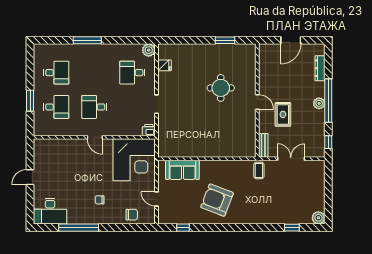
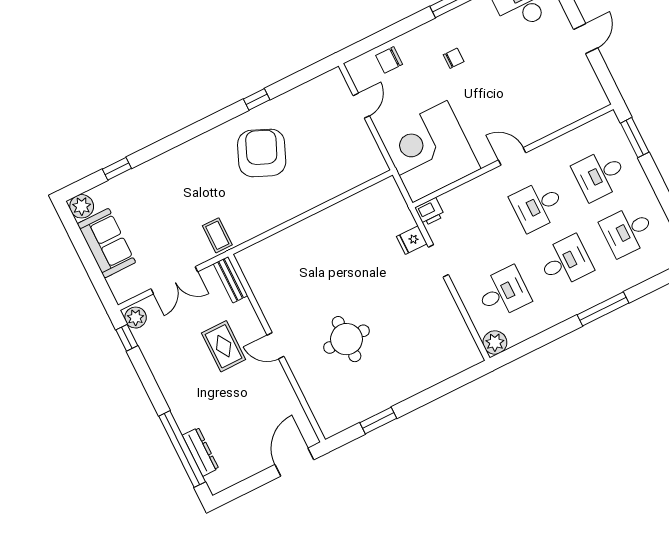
door: (291, 40) -> (294, 462), moved
fridge: (165, 65) -> (412, 240), moved
desk: (94, 73) -> (565, 262), added
window: (30, 101) -> (635, 138), moved
window: (328, 101) -> (182, 449), moved
plant: (319, 103) -> (136, 318), moved
desk: (94, 107) -> (538, 205), turned 180
sofa: (182, 170) -> (106, 243), moved, turned 90
door: (157, 199) -> (361, 106), hinge flipped
armchair: (217, 200) -> (262, 153), turned -88
window: (183, 228) -> (257, 99), moved

